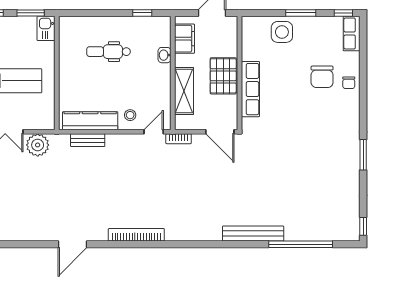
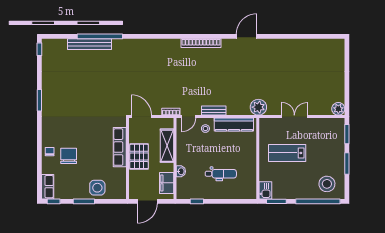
bench: (88, 140) -> (214, 111), moved
plant: (38, 145) -> (258, 107), moved
bench: (253, 234) -> (89, 44), moved
window: (301, 244) -> (100, 36), moved

